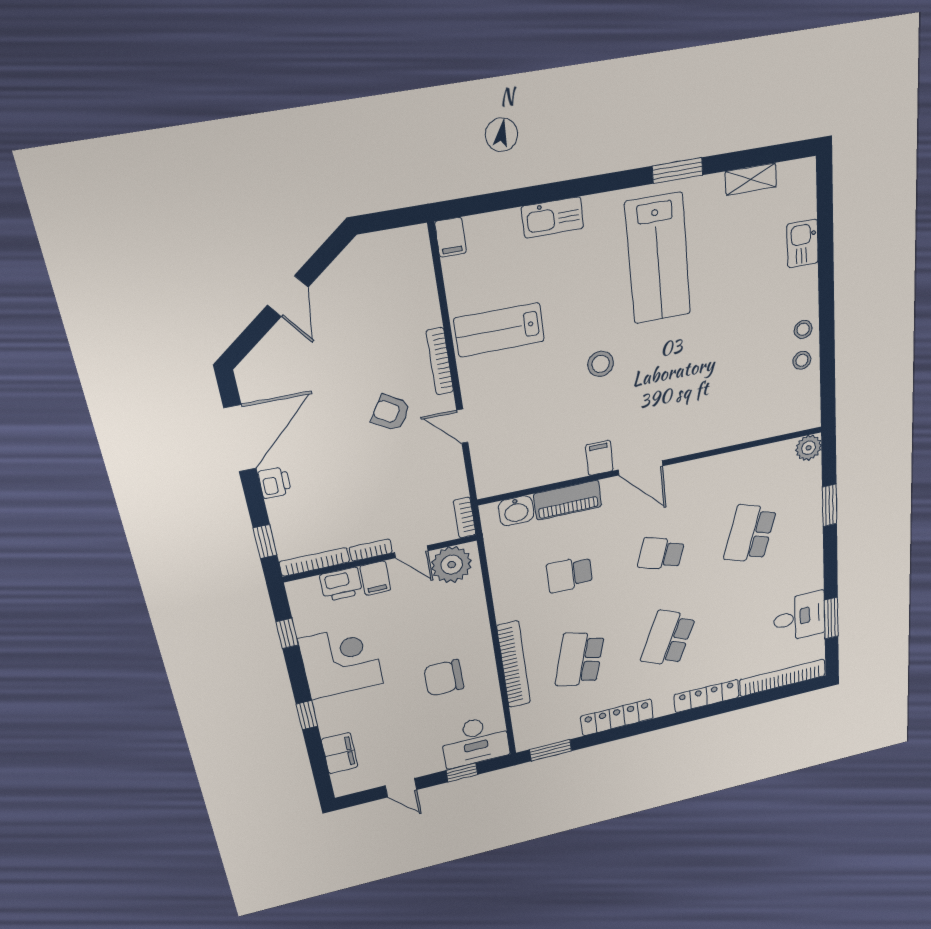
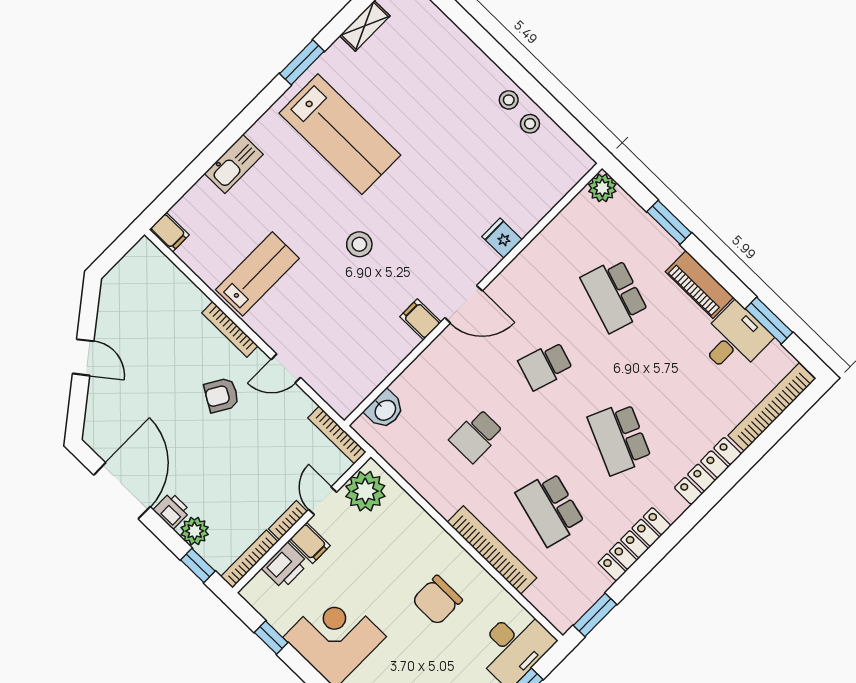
kitchen sink: (803, 244) -> (449, 39), removed
lab bench: (499, 330) -> (257, 274), turned 180
fridge: (709, 436) -> (502, 238), added
piano: (568, 500) -> (699, 284), moved, turned 90
plant: (283, 512) -> (195, 531), added
bookcase: (465, 518) -> (337, 435), width x1.56
door: (411, 552) -> (323, 501), swing flipped

